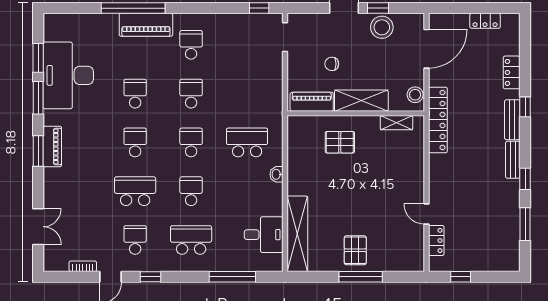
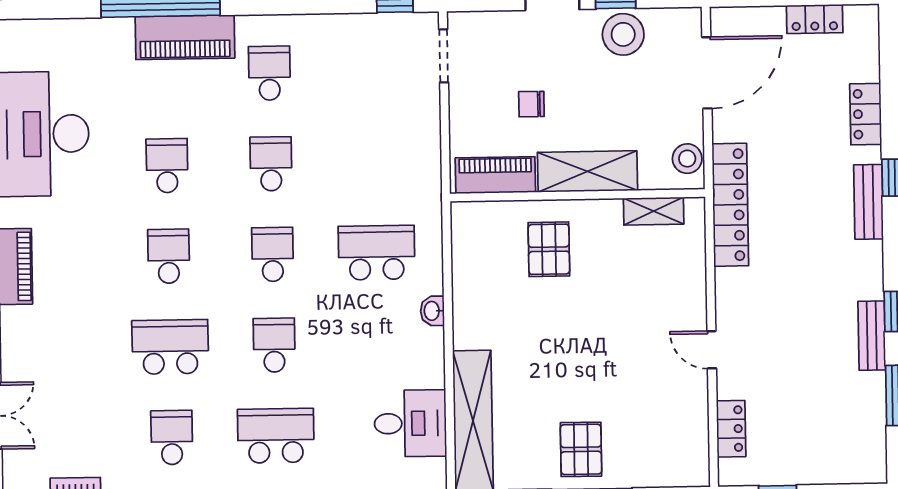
pallet: (340, 142) -> (549, 249), turned 90
bench: (513, 160) -> (872, 336), moved
door: (426, 214) -> (712, 350), moved

